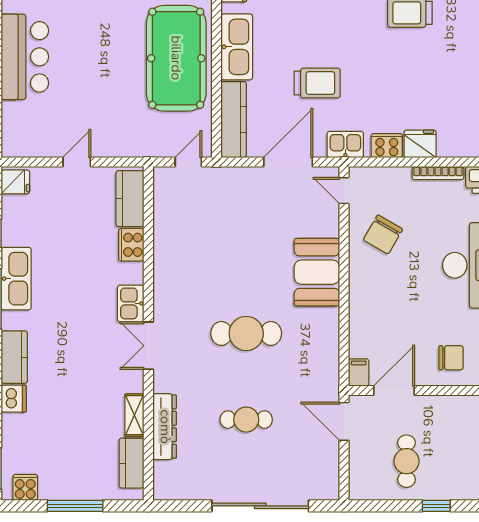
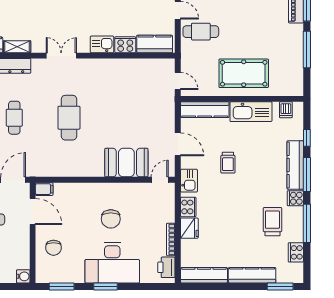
pool table: (176, 58) -> (244, 73), width x0.73, depth x0.76
trolley: (317, 83) -> (228, 163), width x0.73, depth x0.72
cafe table: (111, 126) -> (201, 32), added
door: (288, 162) -> (178, 144), width x0.73
chair: (383, 235) -> (111, 219), moved, turned -120
booth: (317, 272) -> (126, 163), moved
kitchen sink: (131, 303) -> (102, 44), moved

